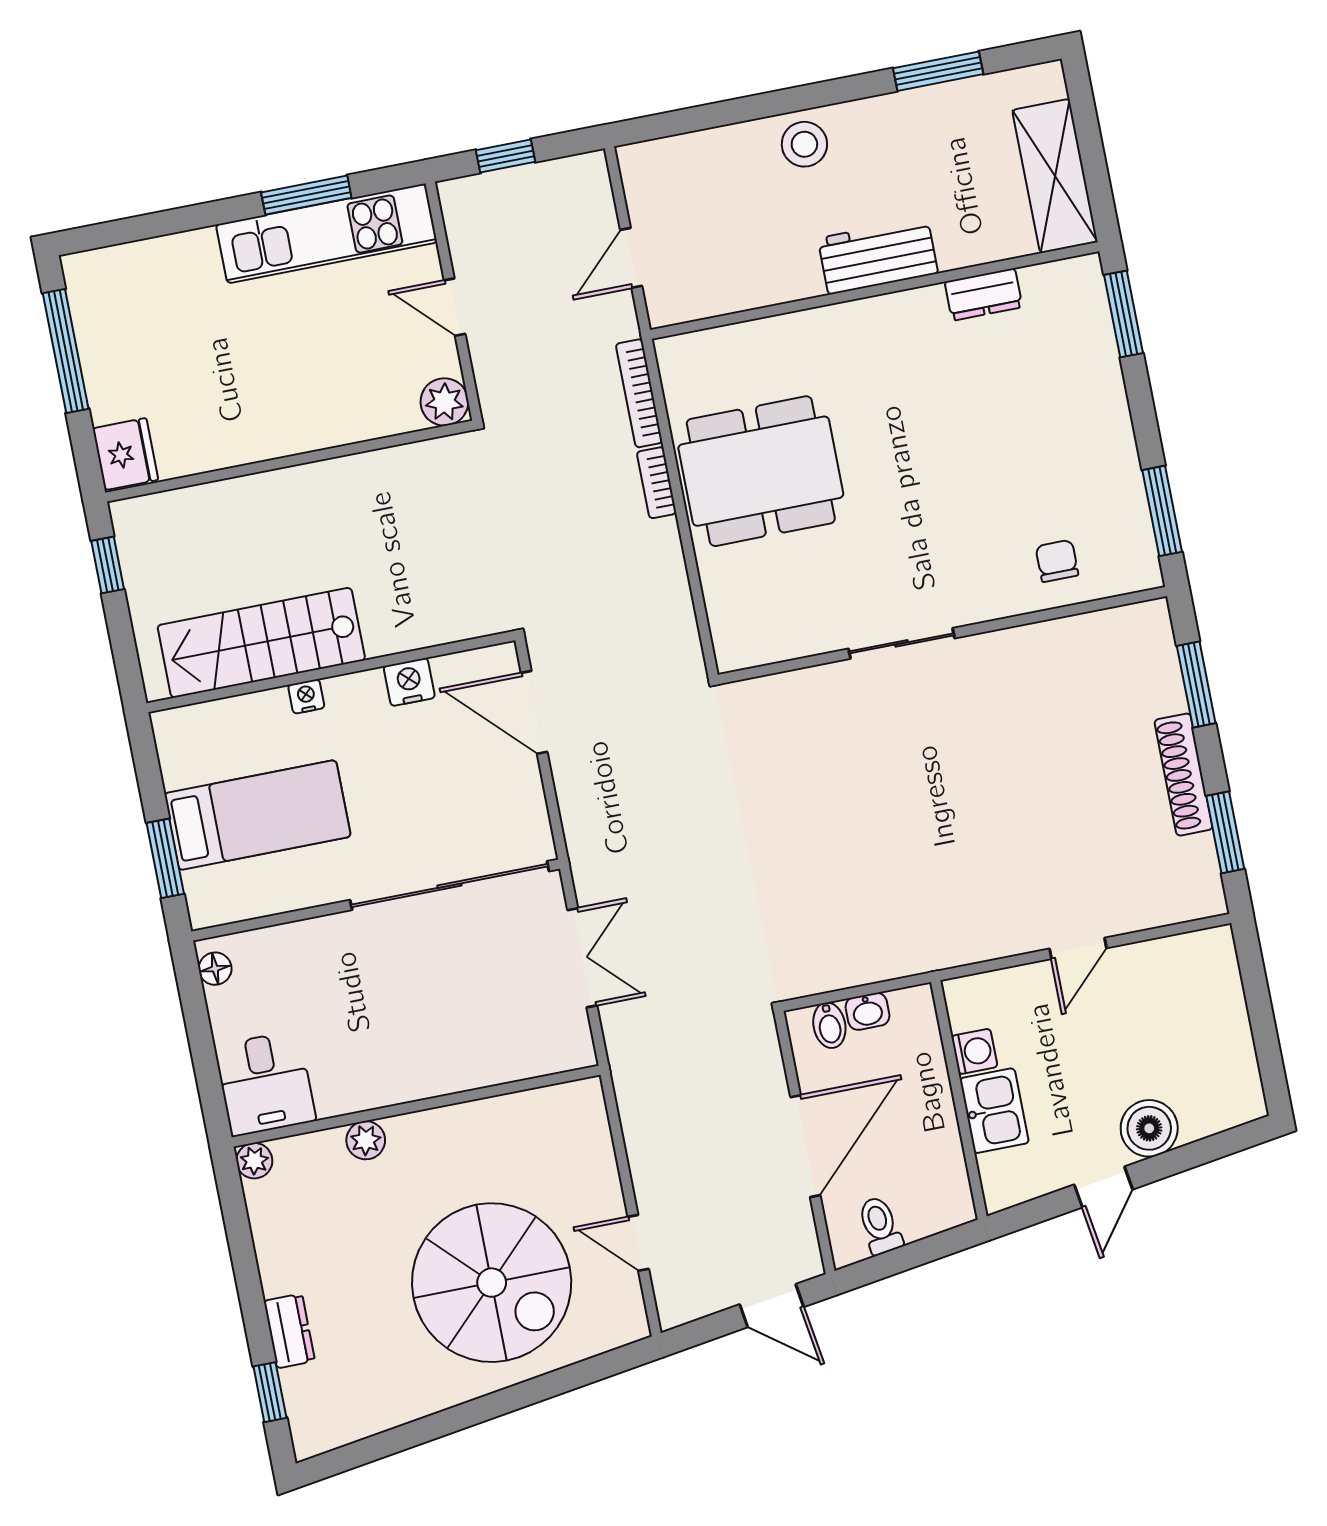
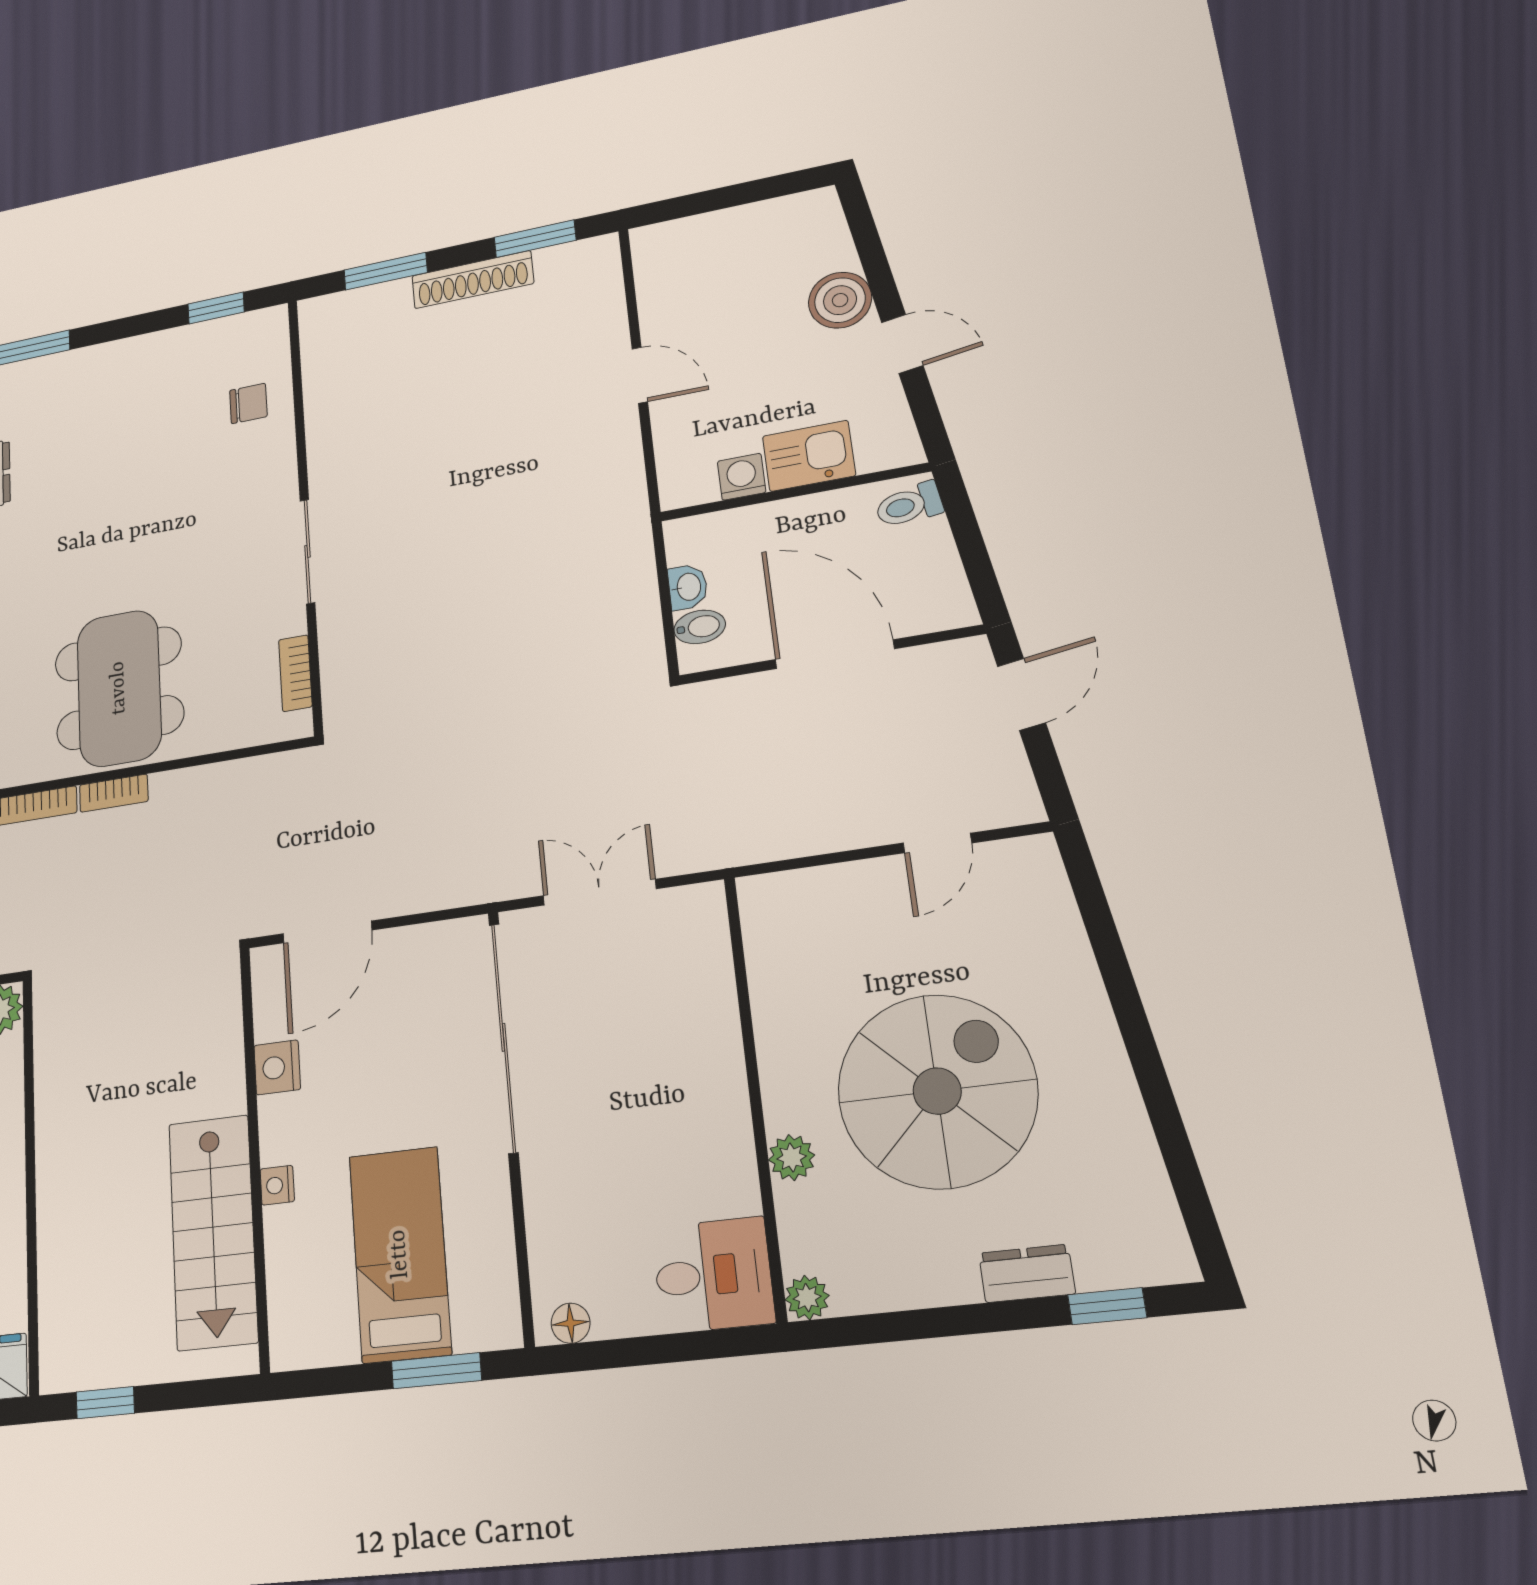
window: (1162, 511) -> (216, 308), width x0.67
chair: (1057, 561) -> (248, 403), turned 180
bookcase: (779, 648) -> (295, 673), added
toilet: (880, 1226) -> (909, 505), moved
spiral stairs: (492, 1283) -> (937, 1091), moved

